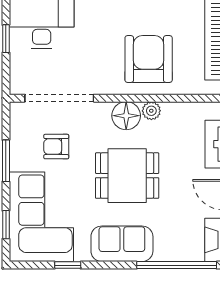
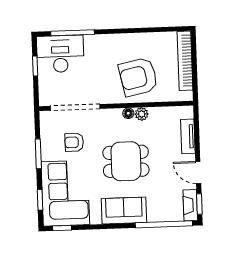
armchair: (149, 59) -> (138, 77), turned -102
floor lamp: (126, 116) -> (128, 113), width x0.53, depth x0.53
window: (68, 265) -> (62, 228), moved

